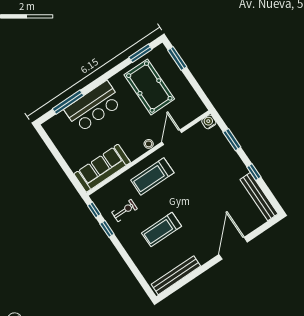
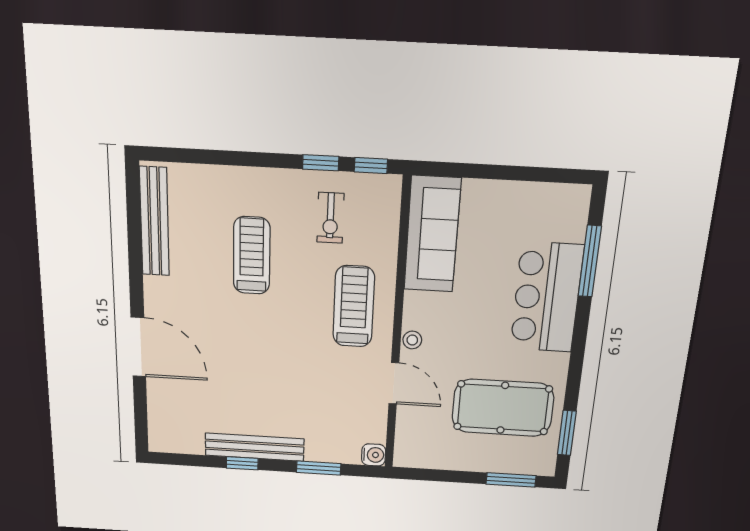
bench: (259, 197) -> (255, 447), moved

